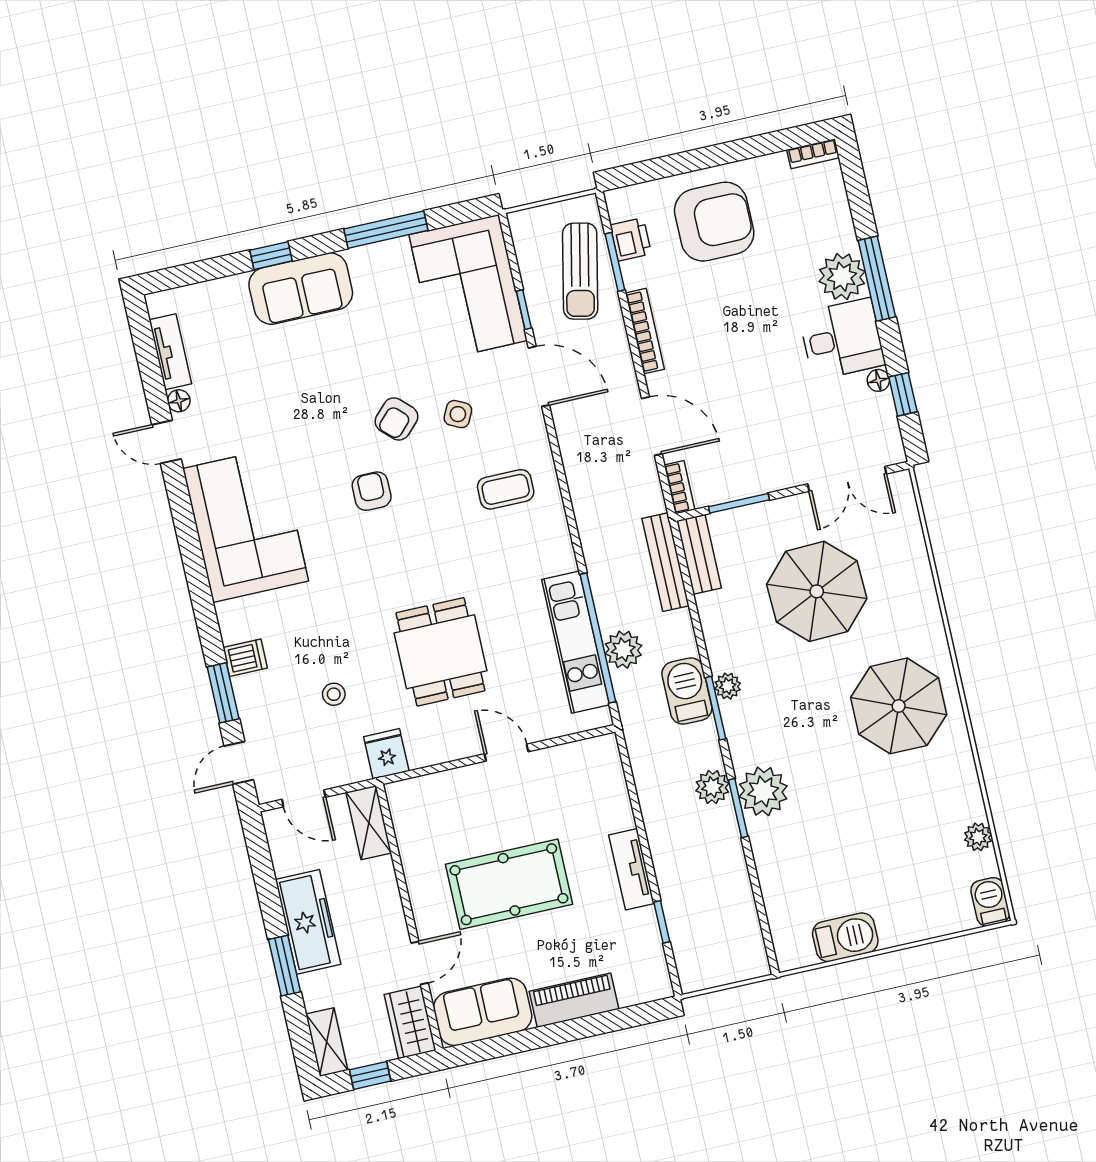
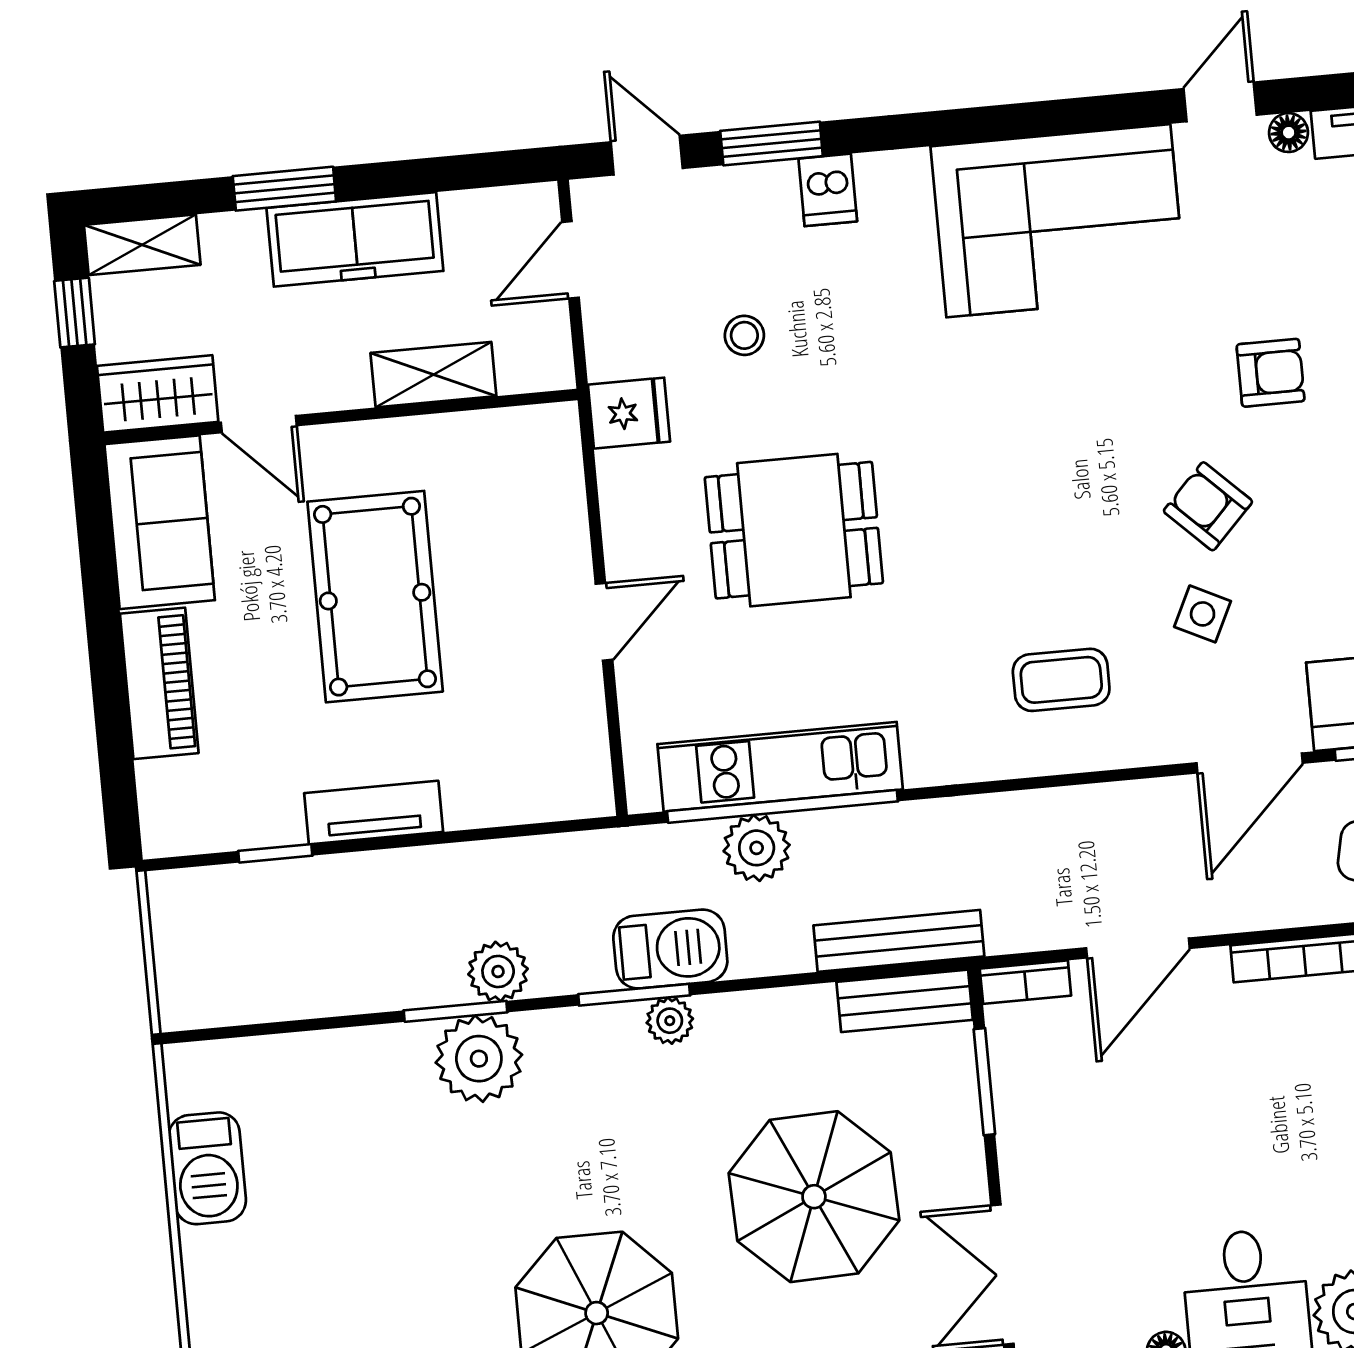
coffee table: (506, 489) -> (1061, 680), turned 90
armchair: (372, 491) -> (1271, 373), moved
shelving: (369, 823) -> (433, 375), moved

